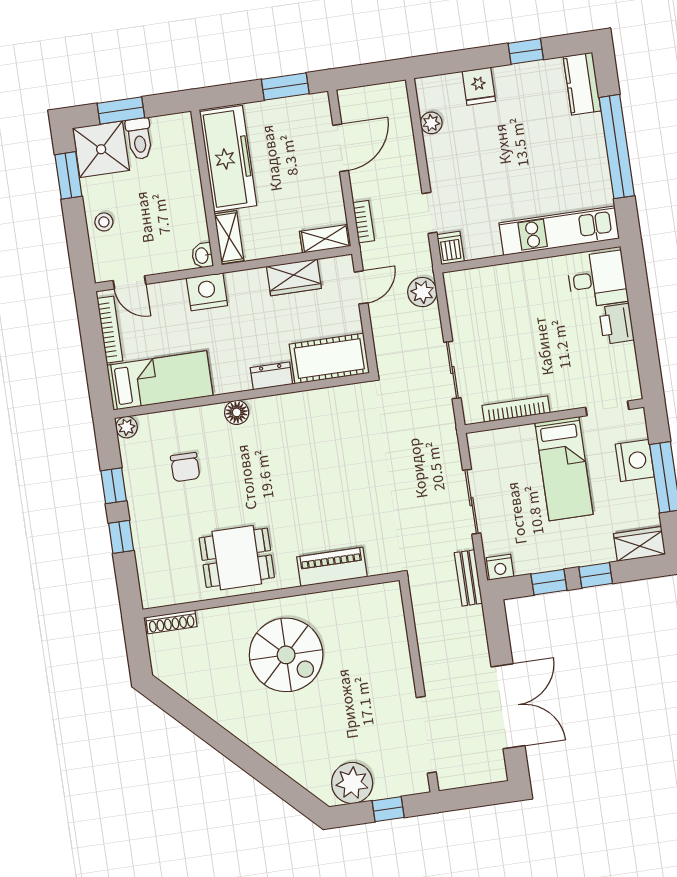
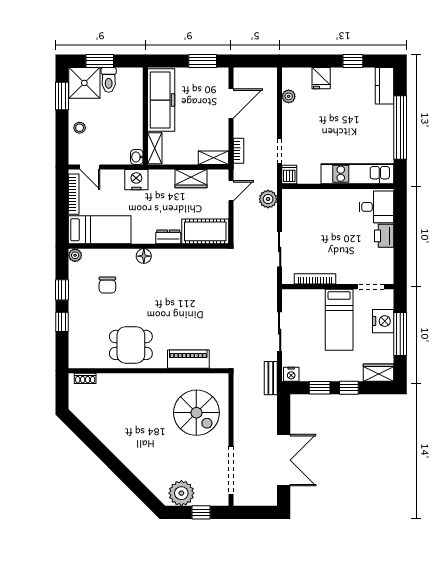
shoe rack: (171, 622) -> (85, 378), width x0.70
spiral stairs: (286, 655) -> (196, 413), moved

